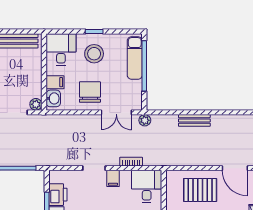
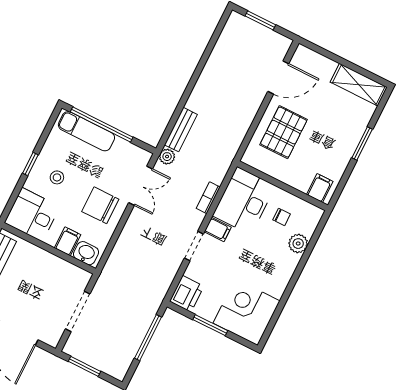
stool: (94, 54) -> (57, 177), width x0.53, depth x0.53
plant: (36, 104) -> (83, 277), removed
bench: (194, 120) -> (181, 130), moved
desk: (147, 186) -> (244, 201), width x1.37
printer: (58, 195) -> (187, 294), moved, turned 90

